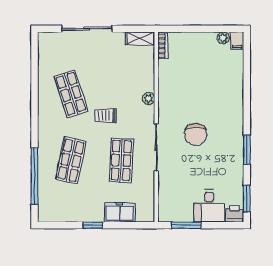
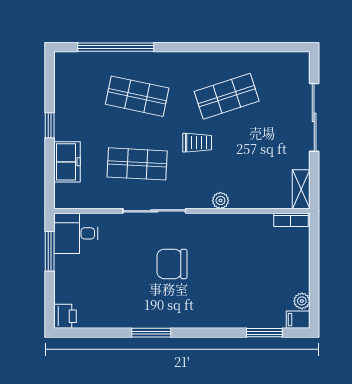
trolley: (105, 116) -> (197, 143), turned 90
window: (247, 199) -> (264, 333), moved
desk: (209, 206) -> (76, 233), moved

